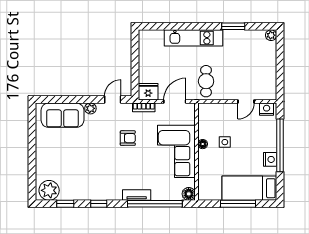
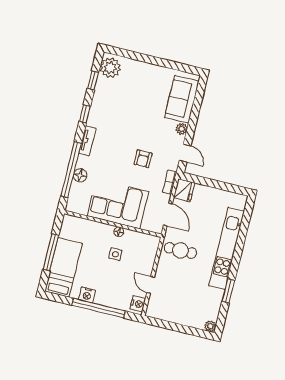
kitchen unit: (193, 38) -> (227, 248), width x1.36
floor lamp: (189, 194) -> (80, 175), moved
tv unit: (137, 195) -> (87, 141), moved

